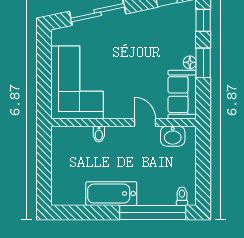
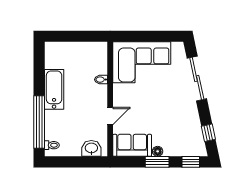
washbasin: (173, 136) -> (91, 148), moved, turned 90

